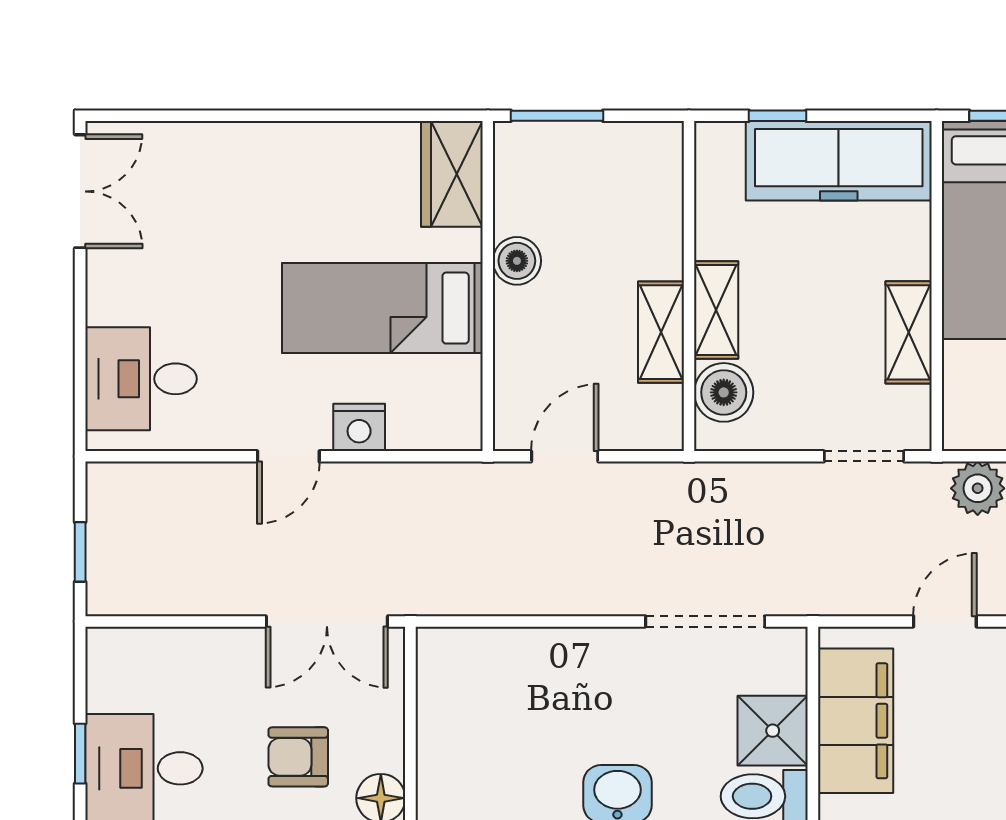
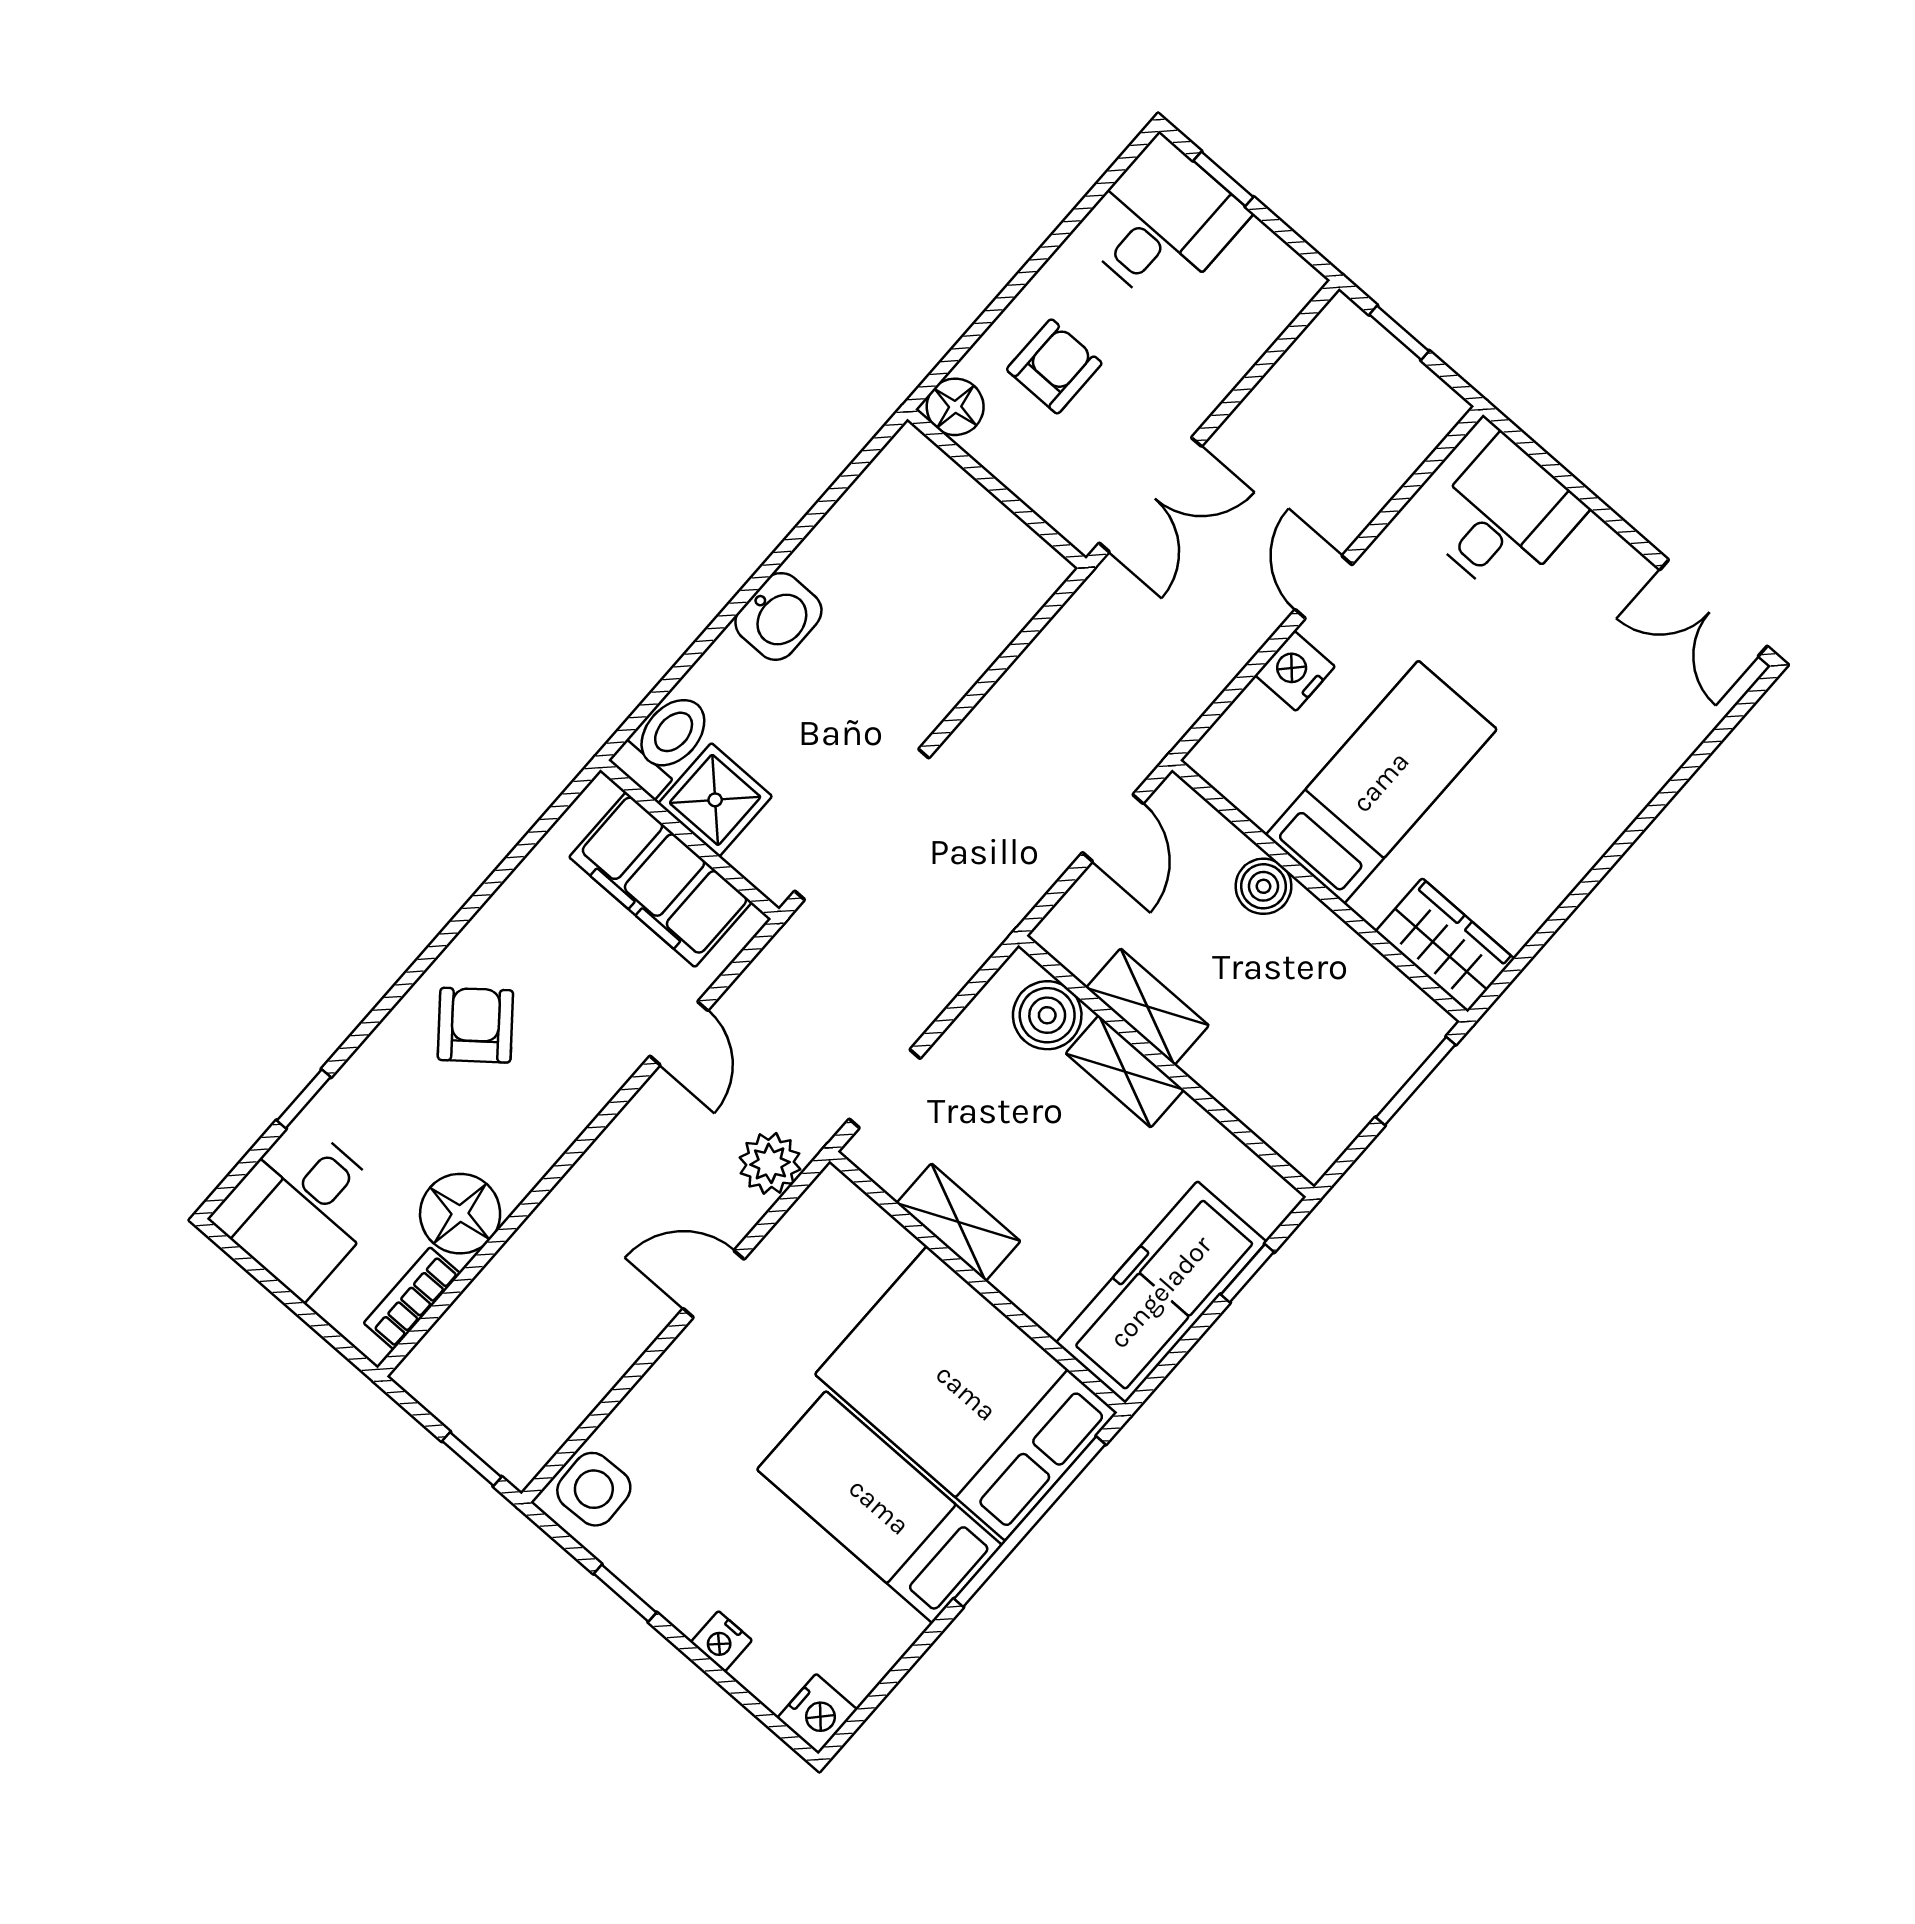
boiler: (517, 261) -> (1263, 886), moved
double door: (327, 621) -> (1150, 495), swing flipped
doorway: (705, 621) -> (862, 824), width x1.36

